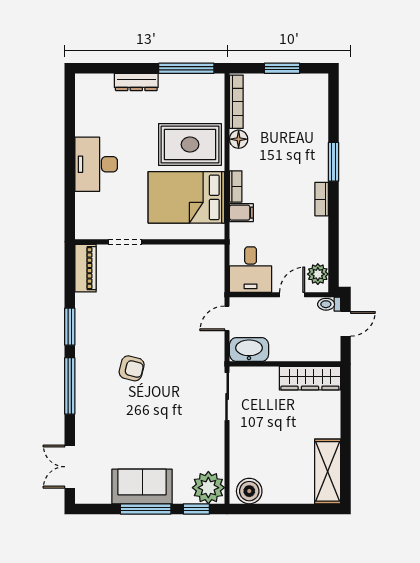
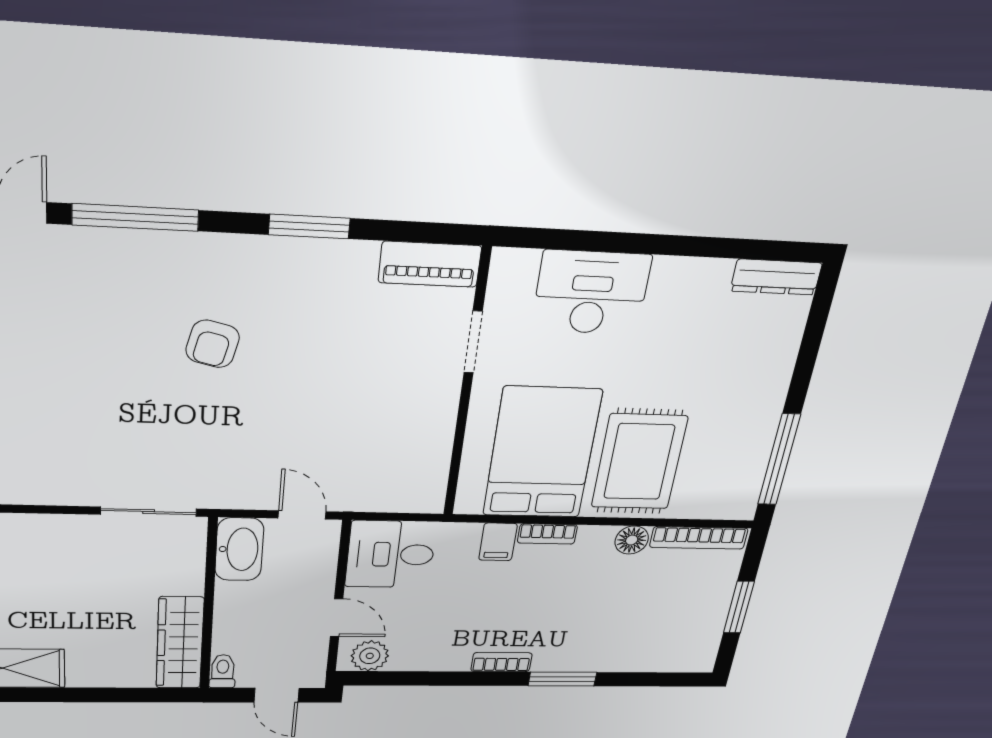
dresser: (136, 82) -> (776, 277), moved, turned -90
desk: (96, 164) -> (591, 293), moved
toilet: (329, 304) -> (223, 671), moved
window: (70, 386) -> (135, 218), moved

